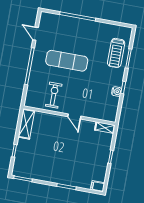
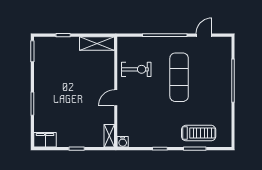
treadmill: (116, 53) -> (199, 133), turned 180
water cooler: (117, 92) -> (123, 142), moved
filing cabinet: (98, 186) -> (45, 140), width x2.00

